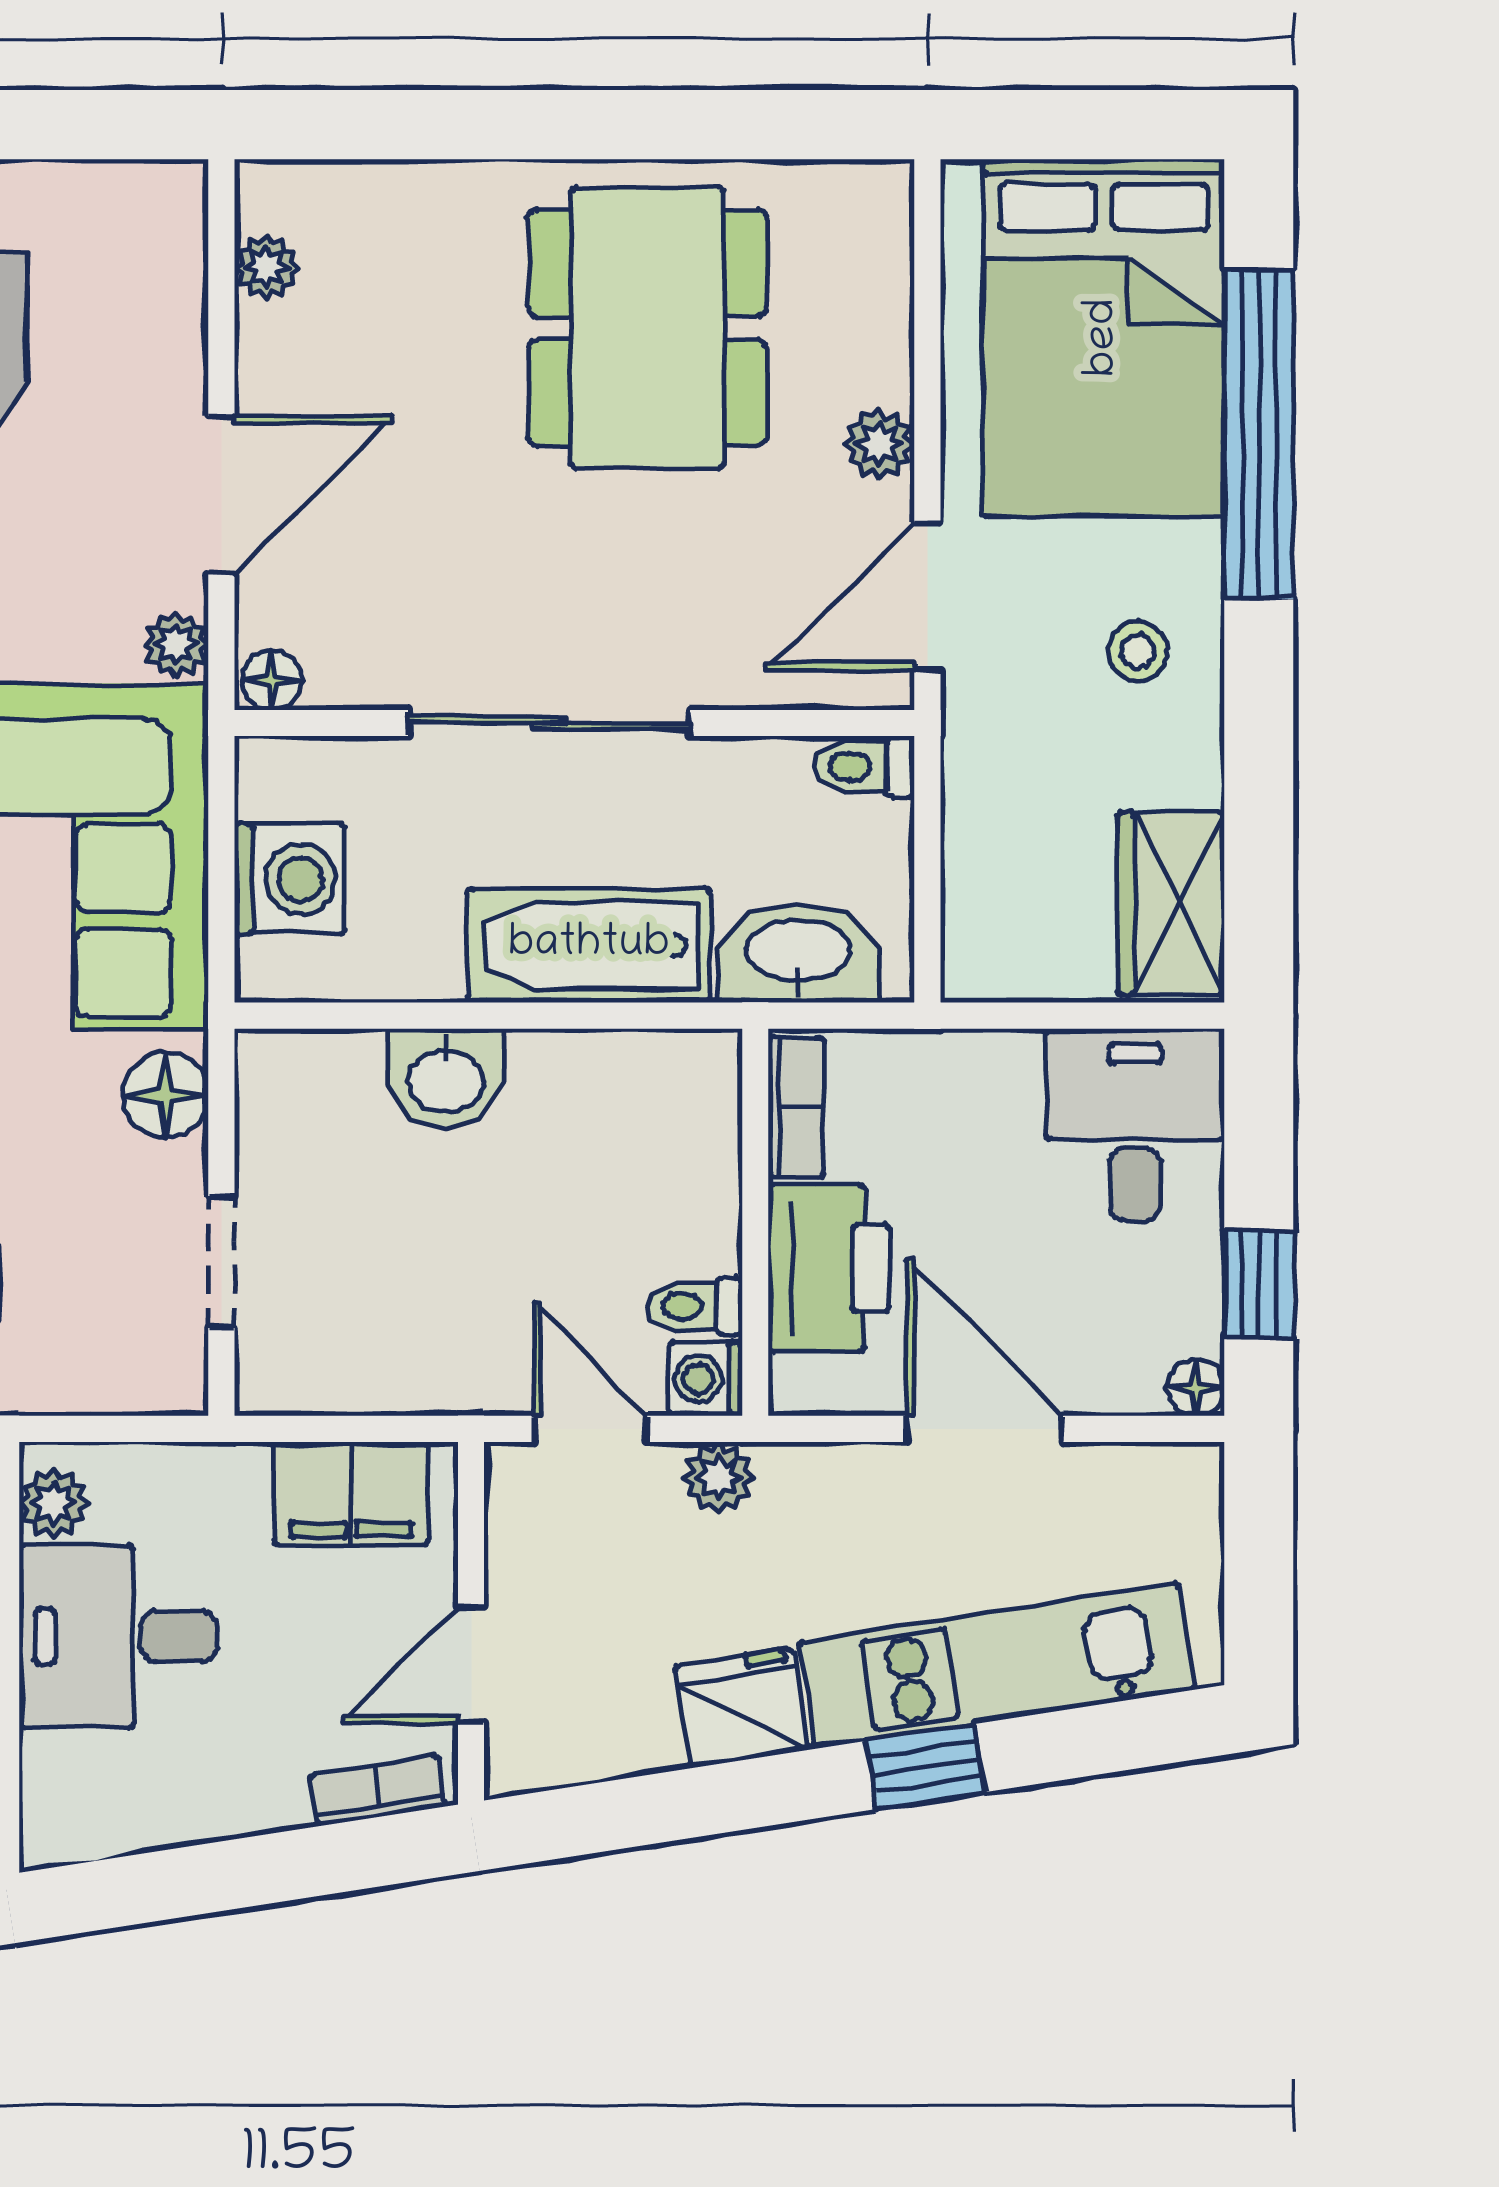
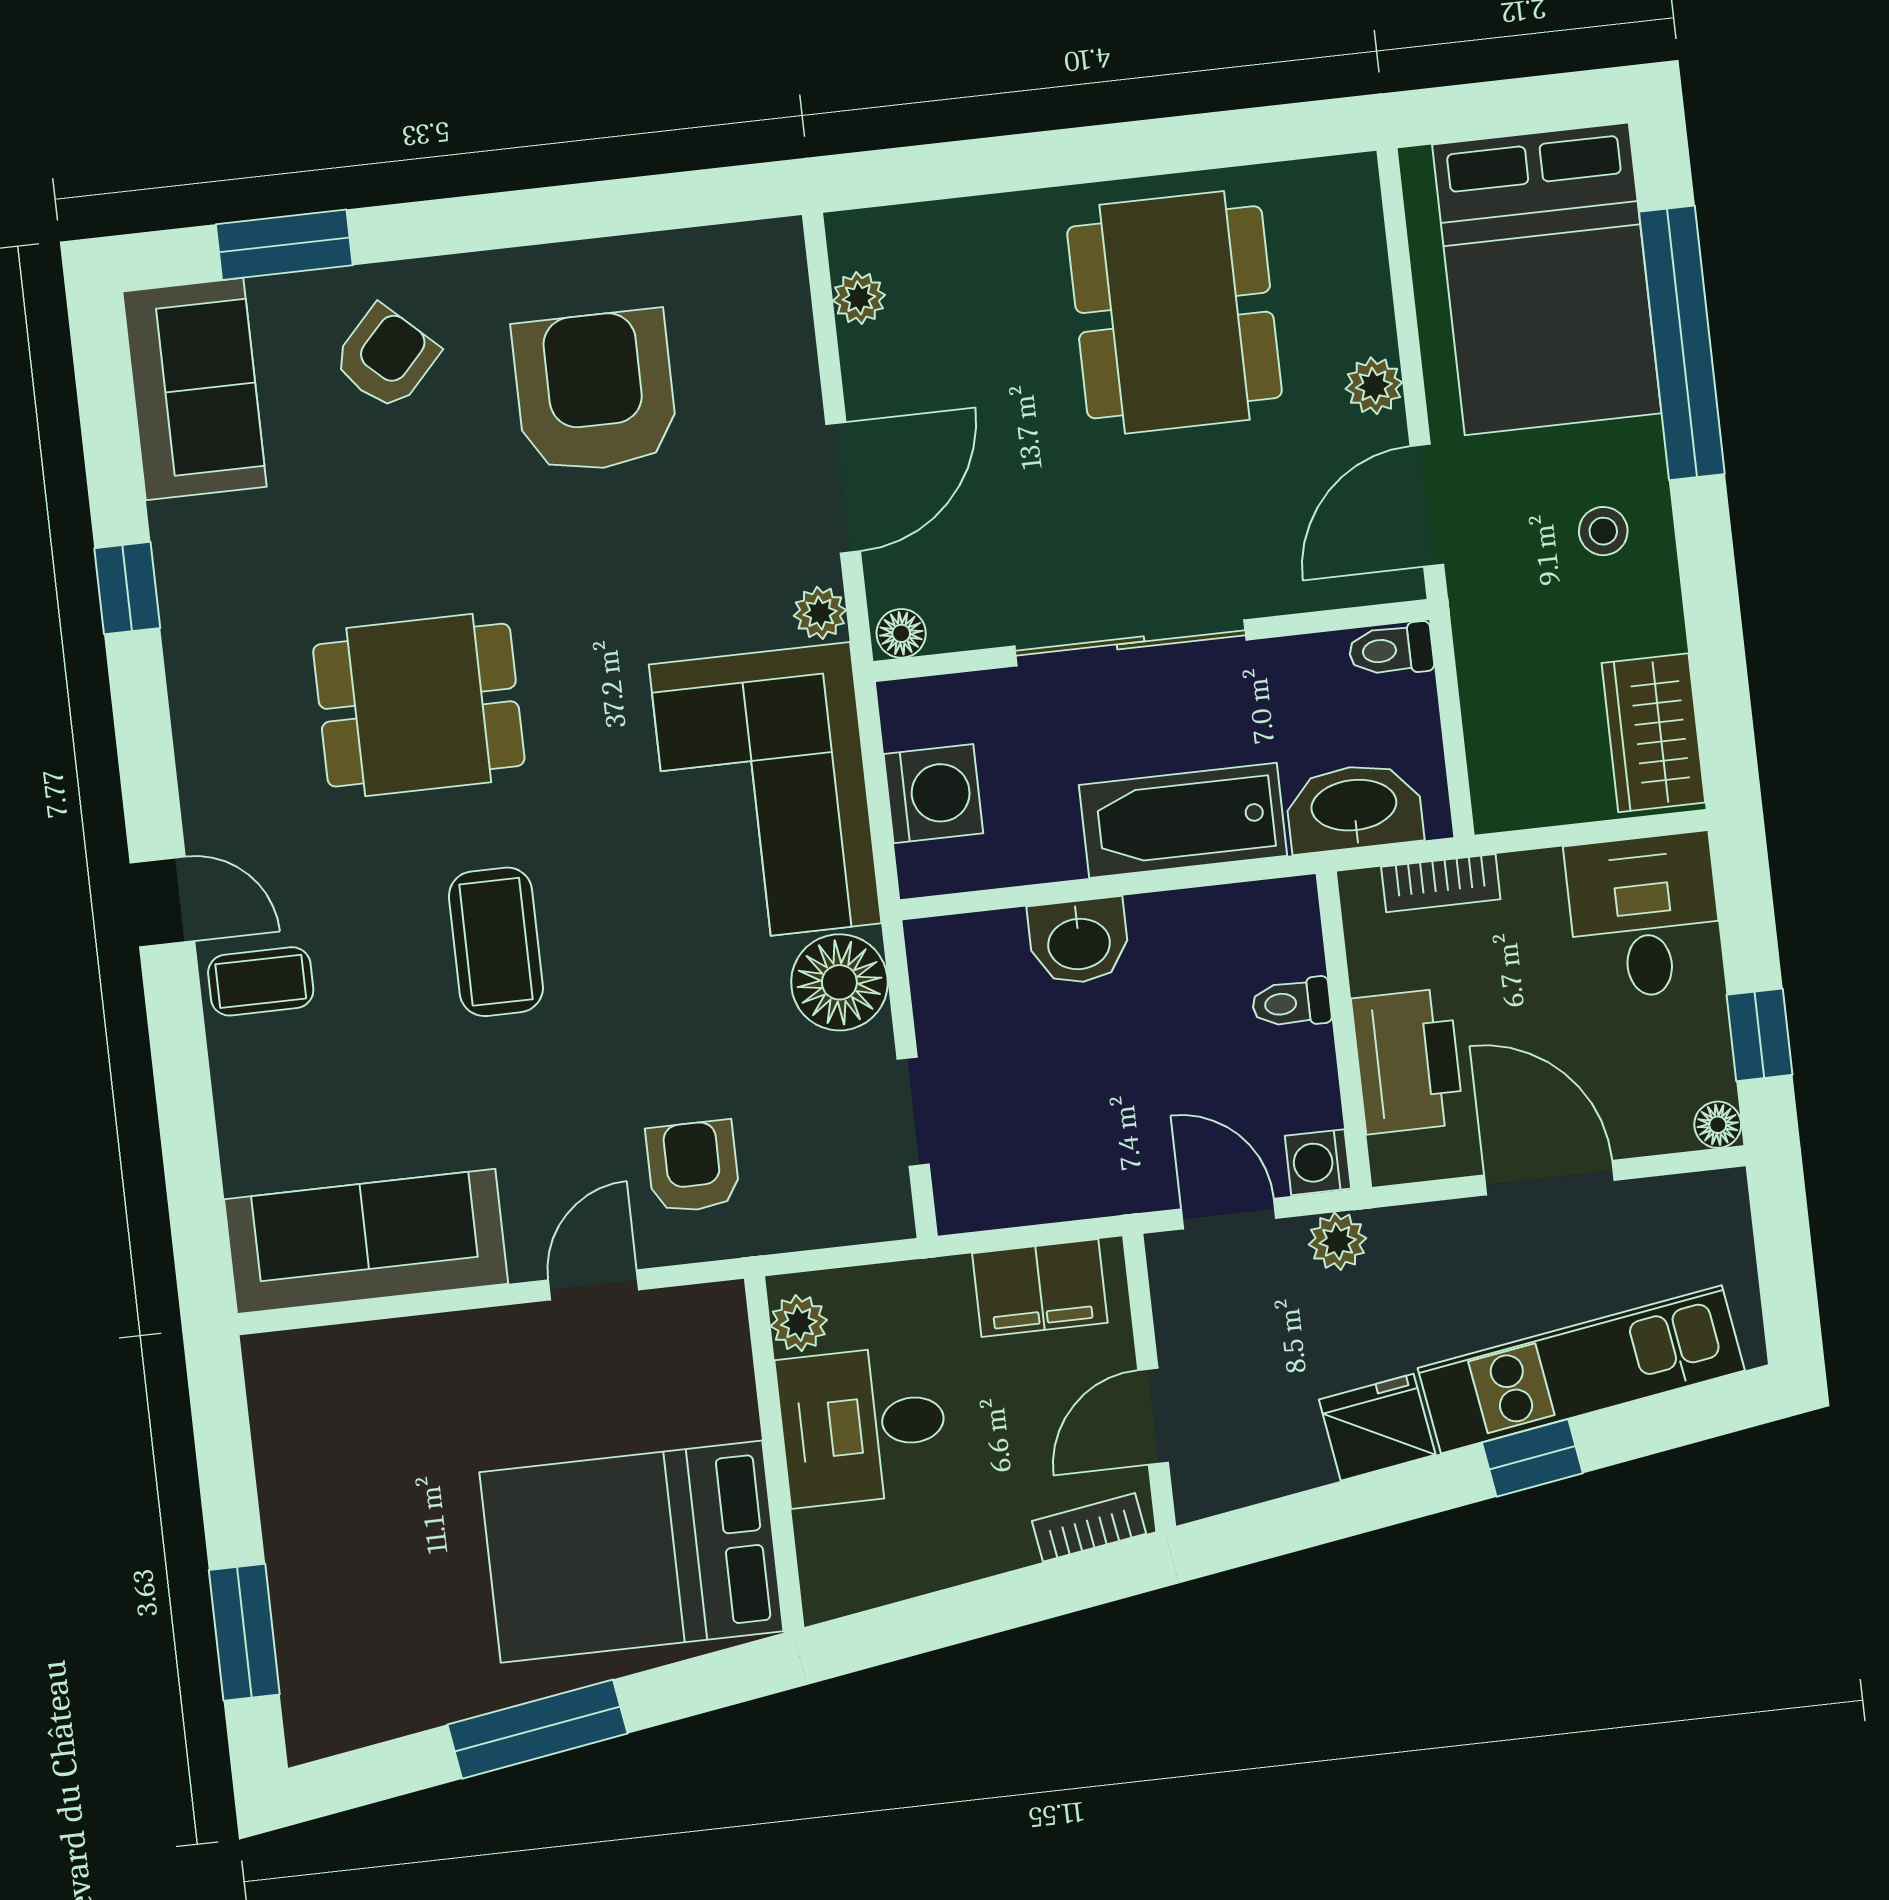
floor lamp: (166, 1095) -> (839, 982), width x1.38, depth x1.38
bookcase: (796, 1107) -> (1441, 883), moved, turned 90
toilet: (695, 1306) -> (1291, 1003), moved

